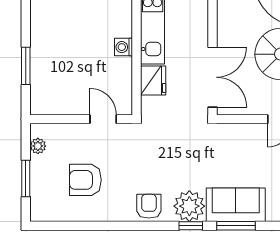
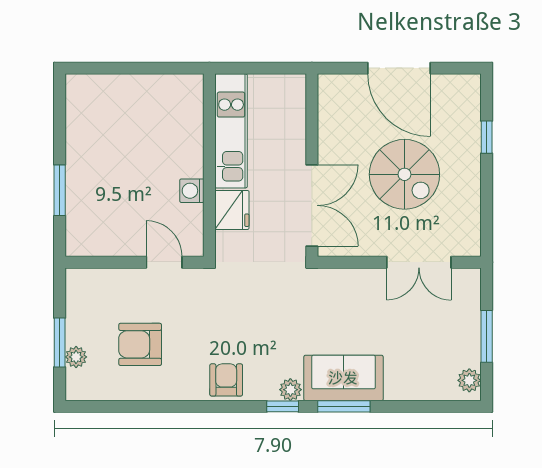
washing machine: (124, 47) -> (192, 191), moved
plant: (38, 146) -> (76, 357), moved
plant: (189, 206) -> (290, 390), width x0.53, depth x0.53

